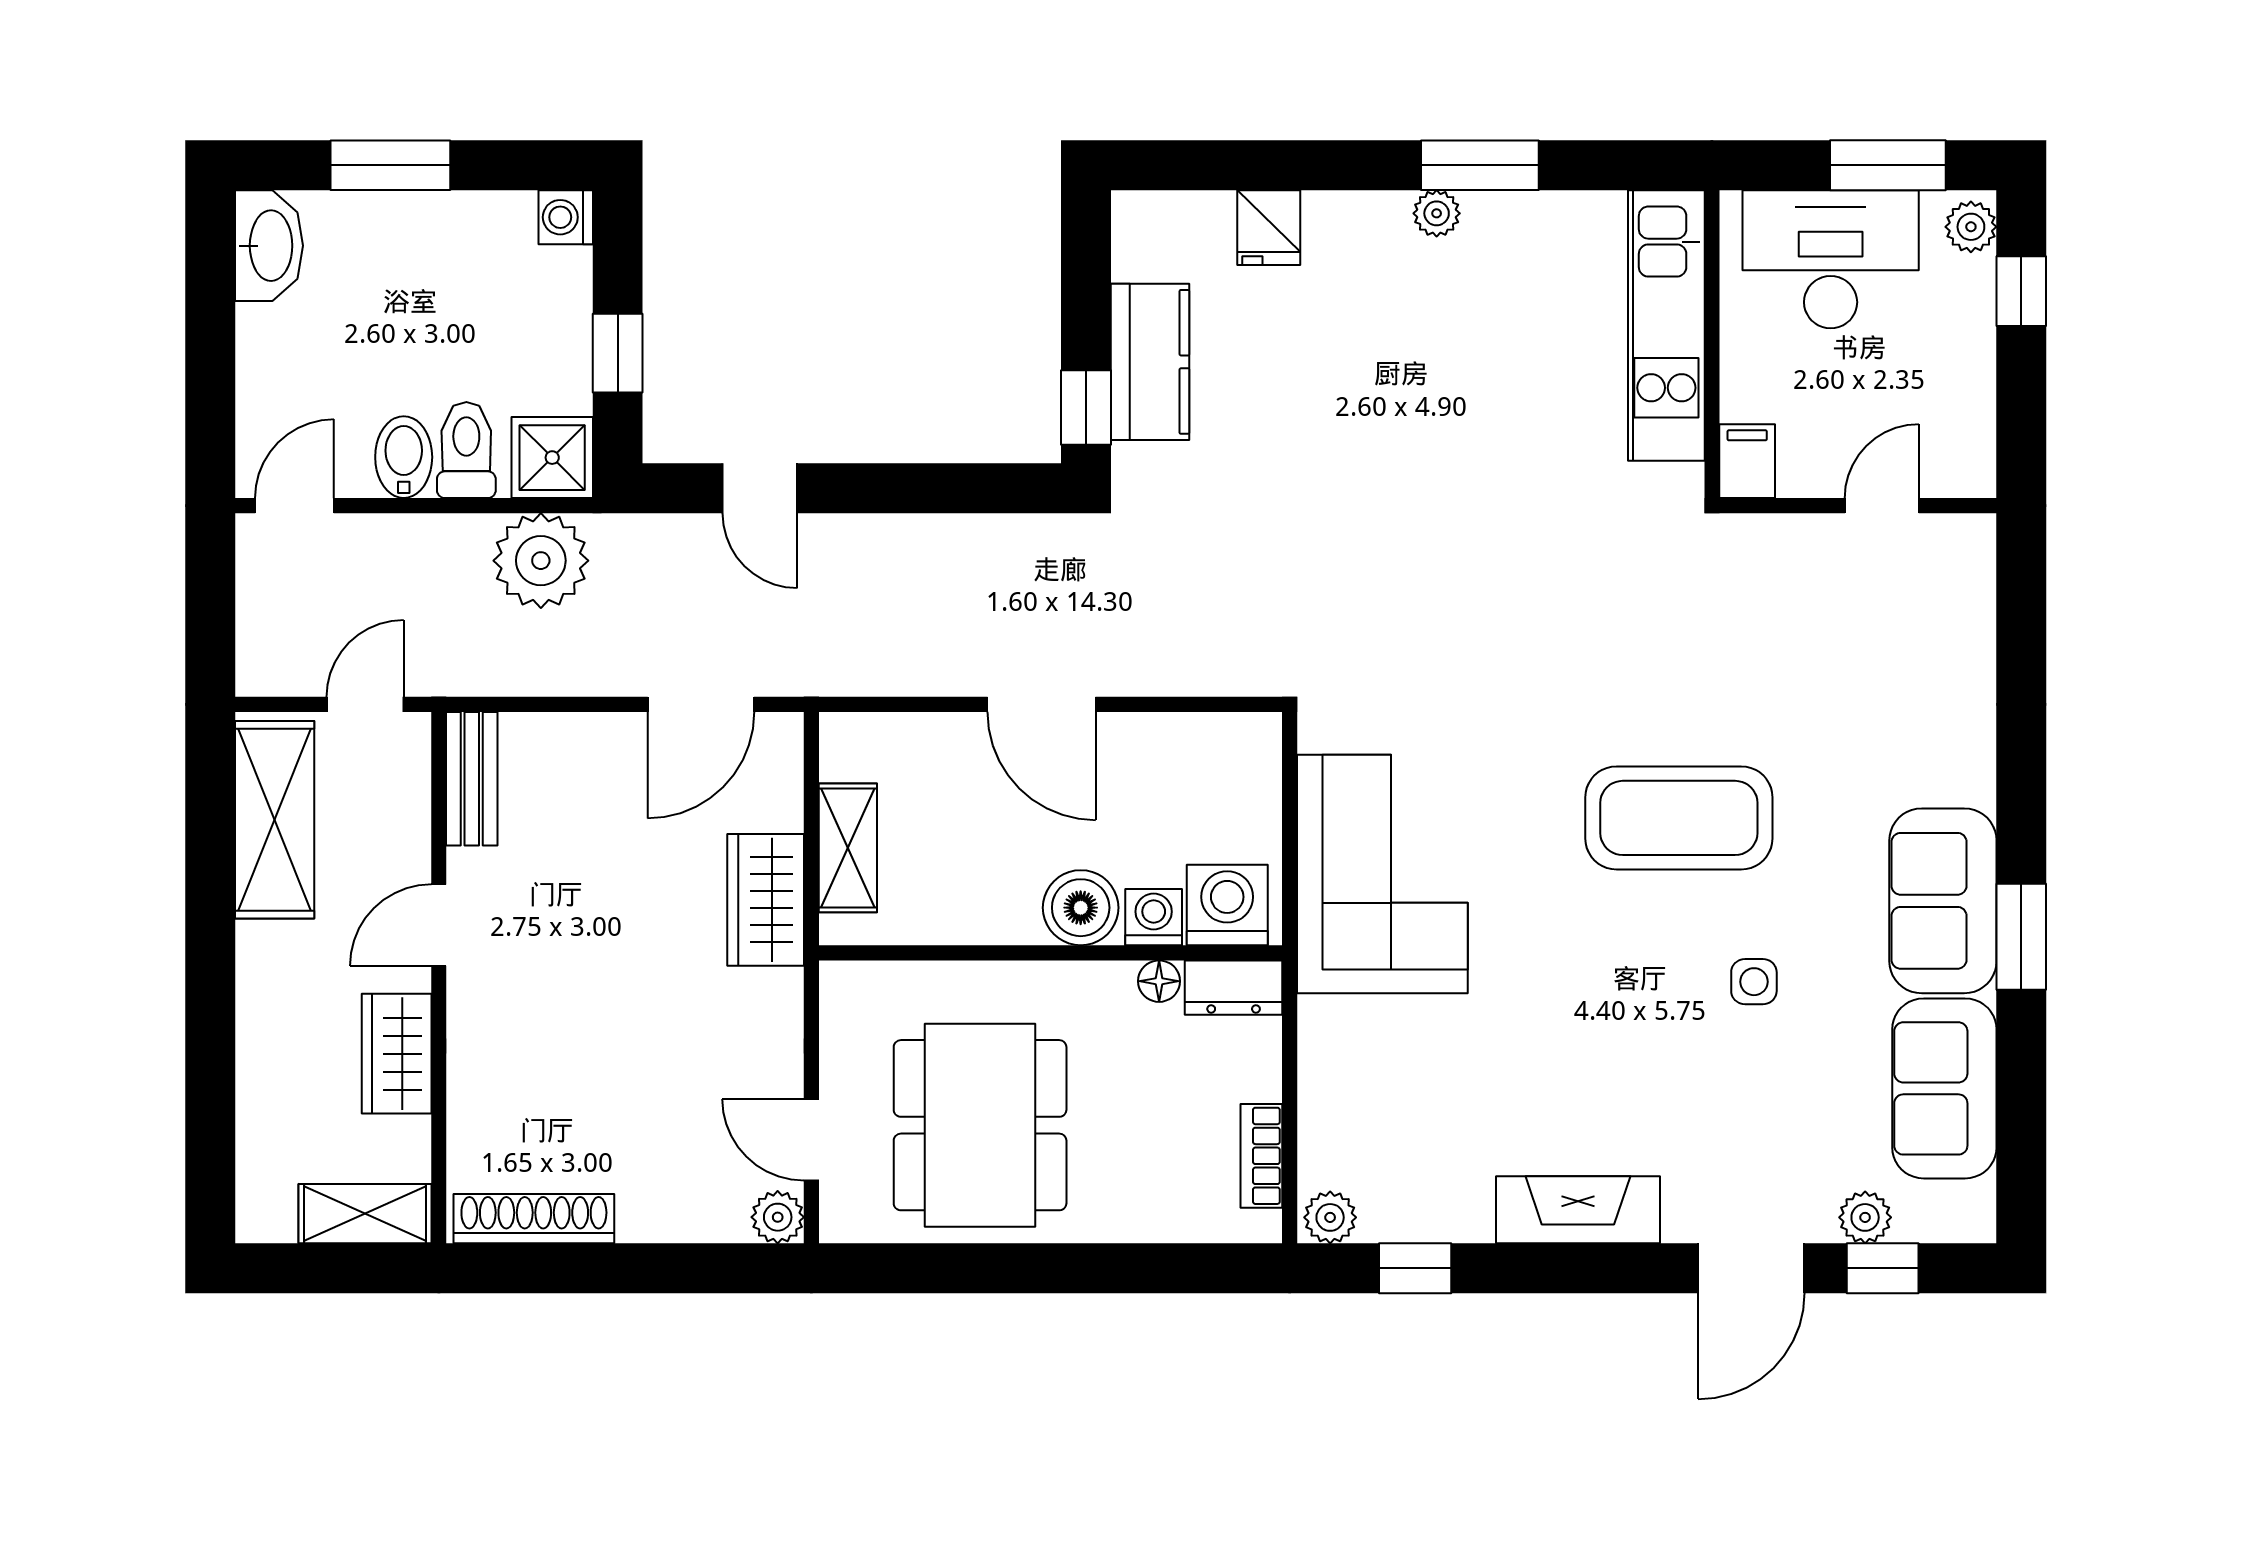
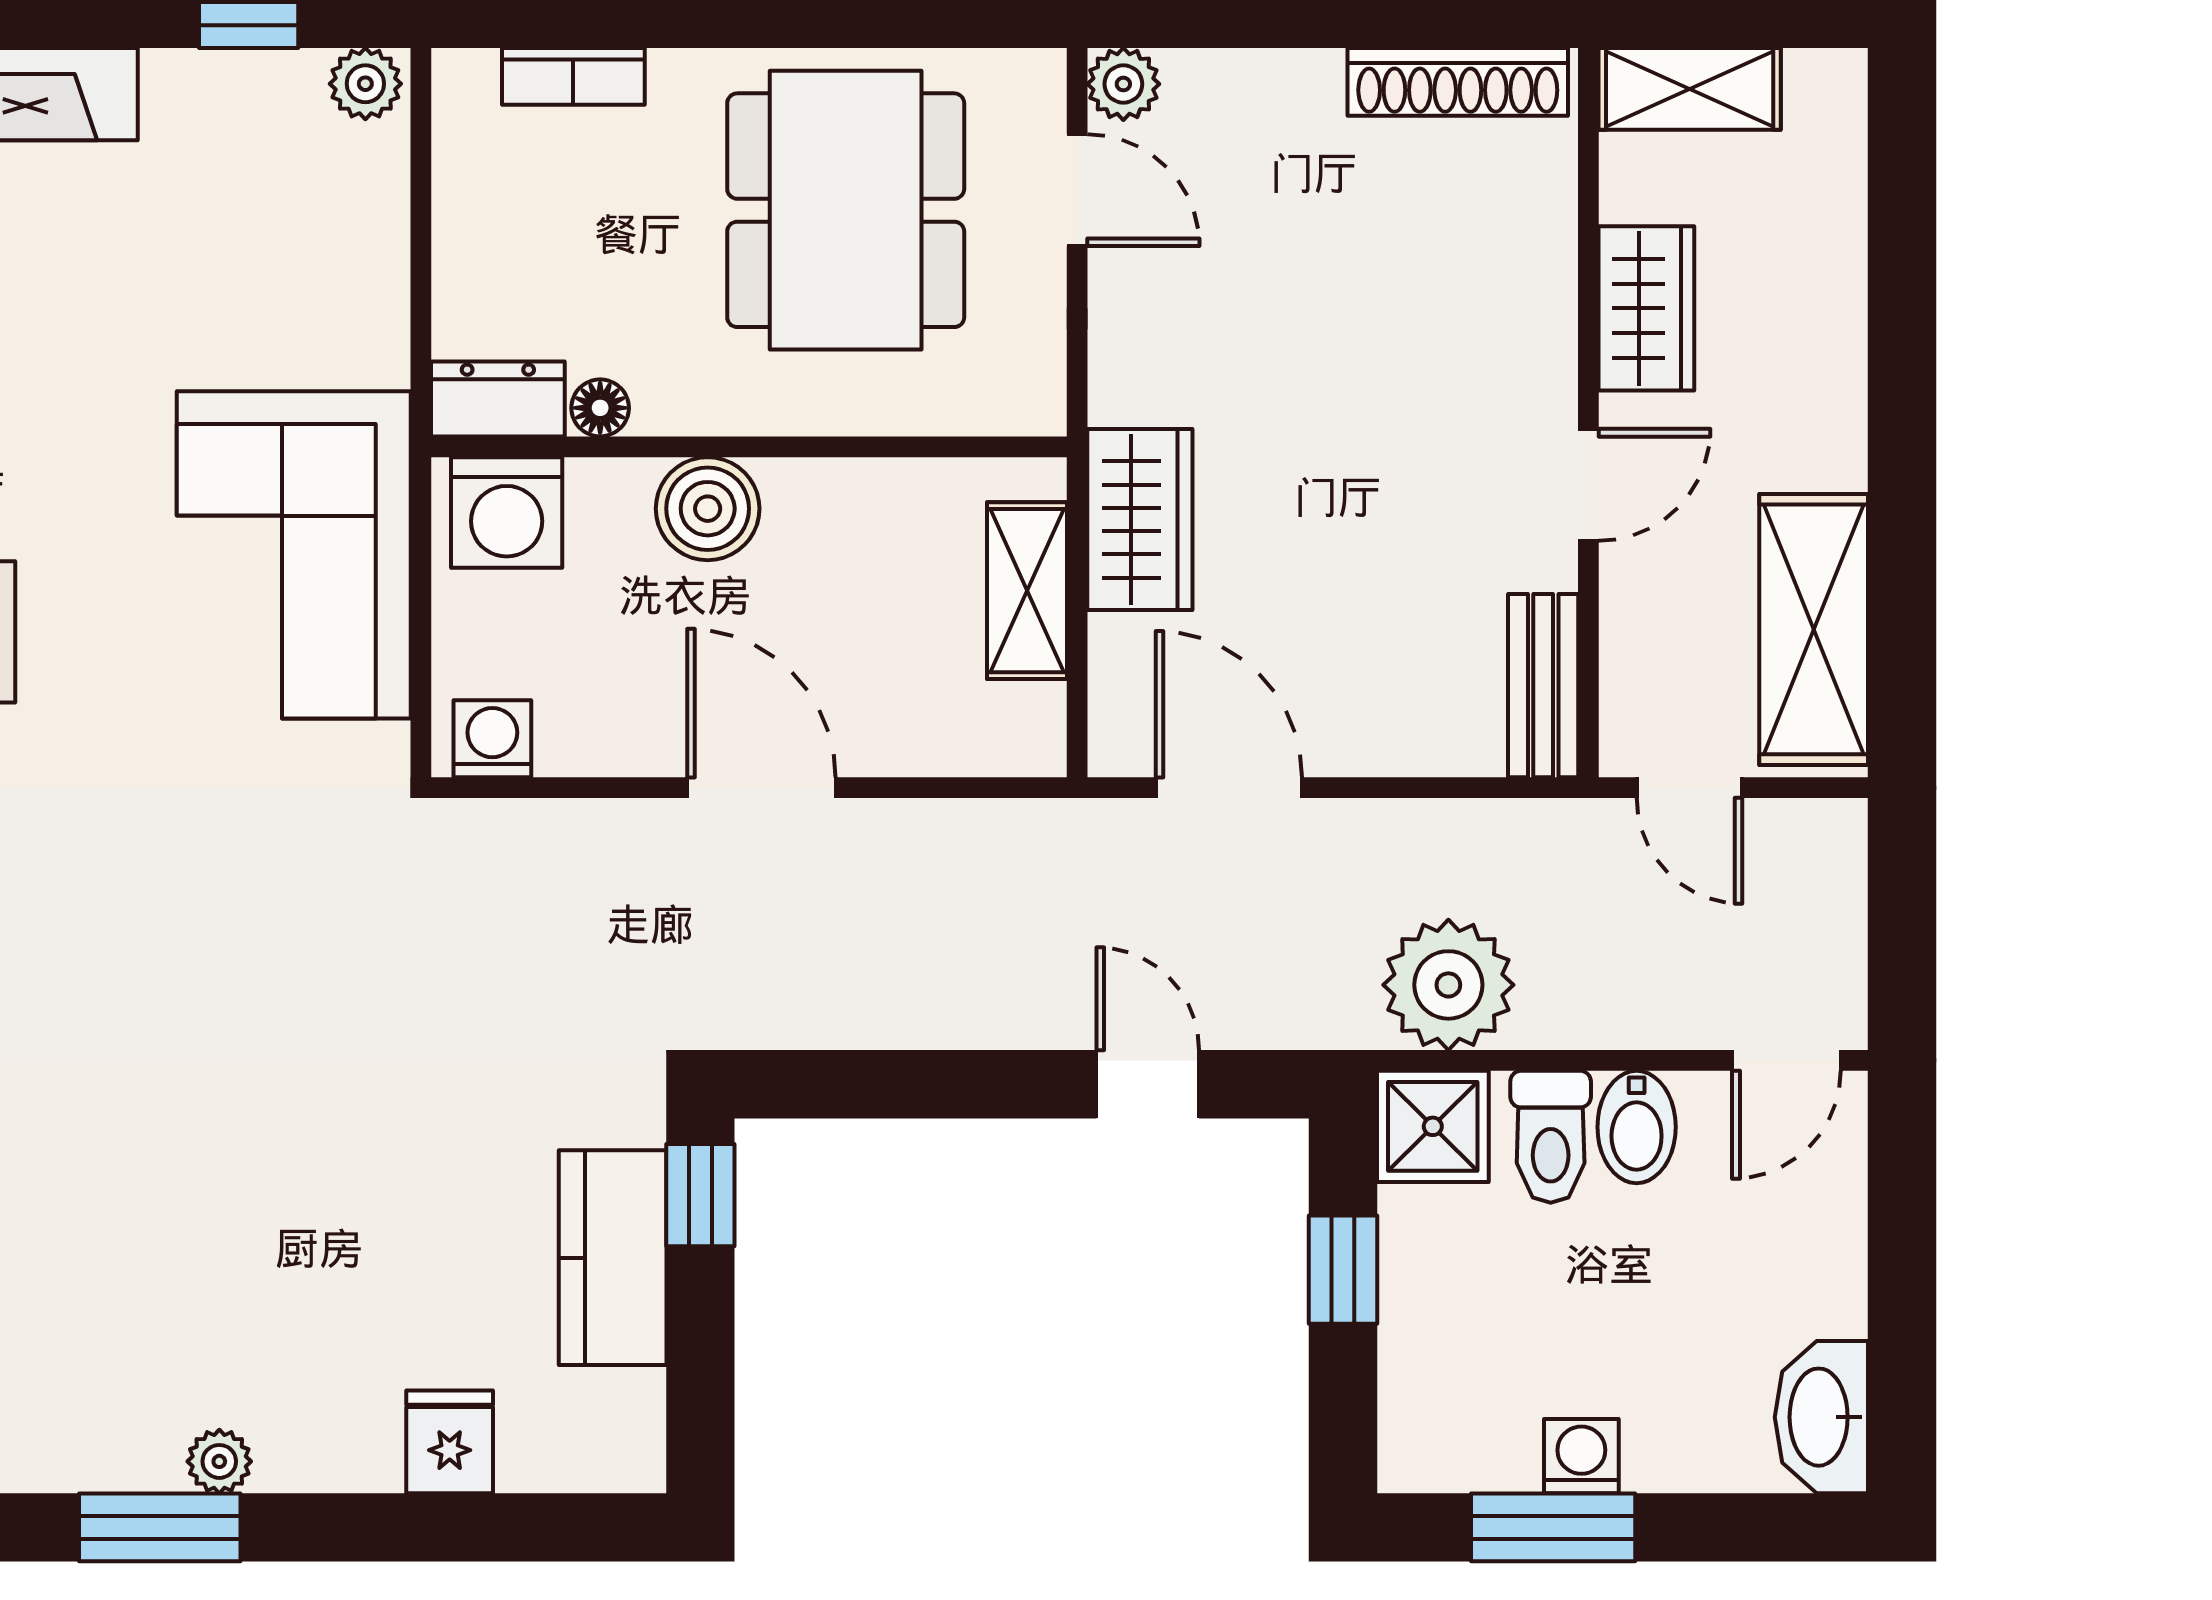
window: (390, 165) -> (1553, 1527), moved
washing machine: (566, 217) -> (1581, 1456), moved, turned -90
door: (365, 704) -> (1689, 788), hinge flipped
door: (701, 704) -> (1229, 788), hinge flipped
washing machine: (1154, 917) -> (492, 739), moved, turned 180
bookcase: (1261, 1156) -> (573, 76), moved, turned 90

